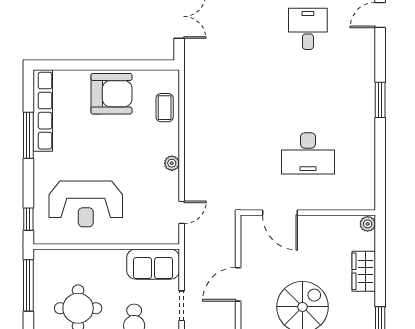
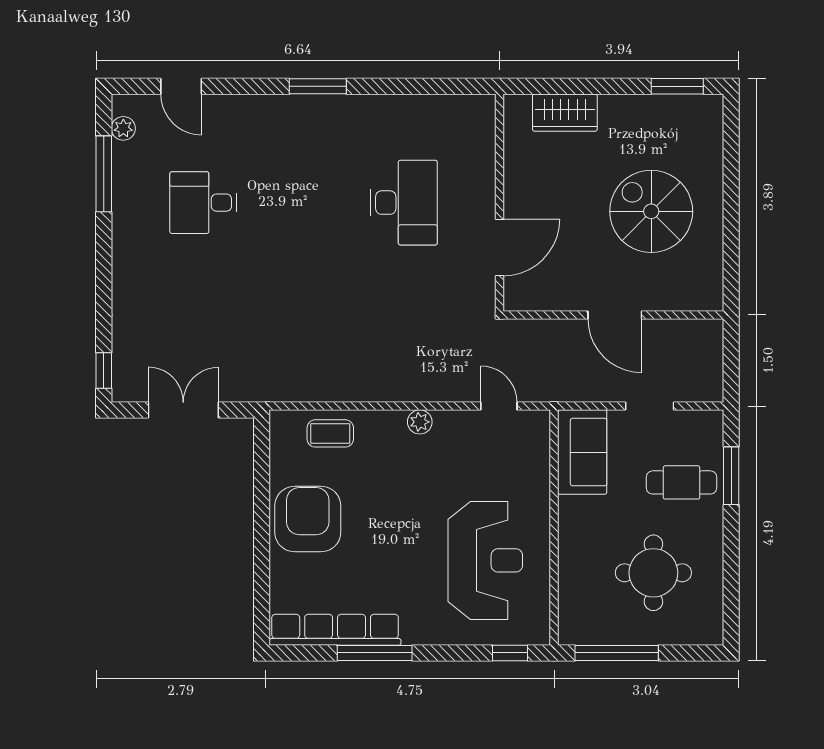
plant: (368, 224) -> (518, 106), removed
wardrobe: (364, 271) -> (565, 113), moved

